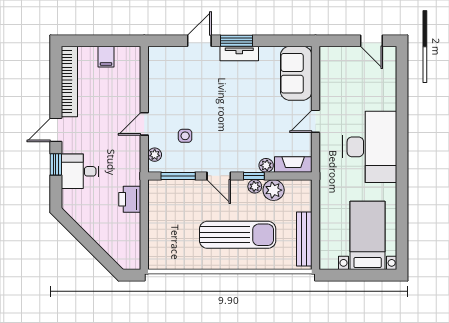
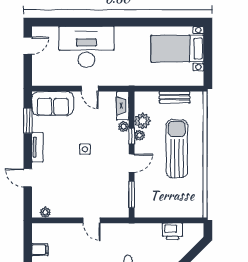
window: (236, 41) -> (28, 121), moved
side table: (185, 136) -> (85, 149), moved
desk: (370, 147) -> (86, 47), moved
plant: (155, 155) -> (45, 212), moved
printer: (130, 199) -> (172, 231), moved
bench: (304, 239) -> (175, 97), width x0.73

